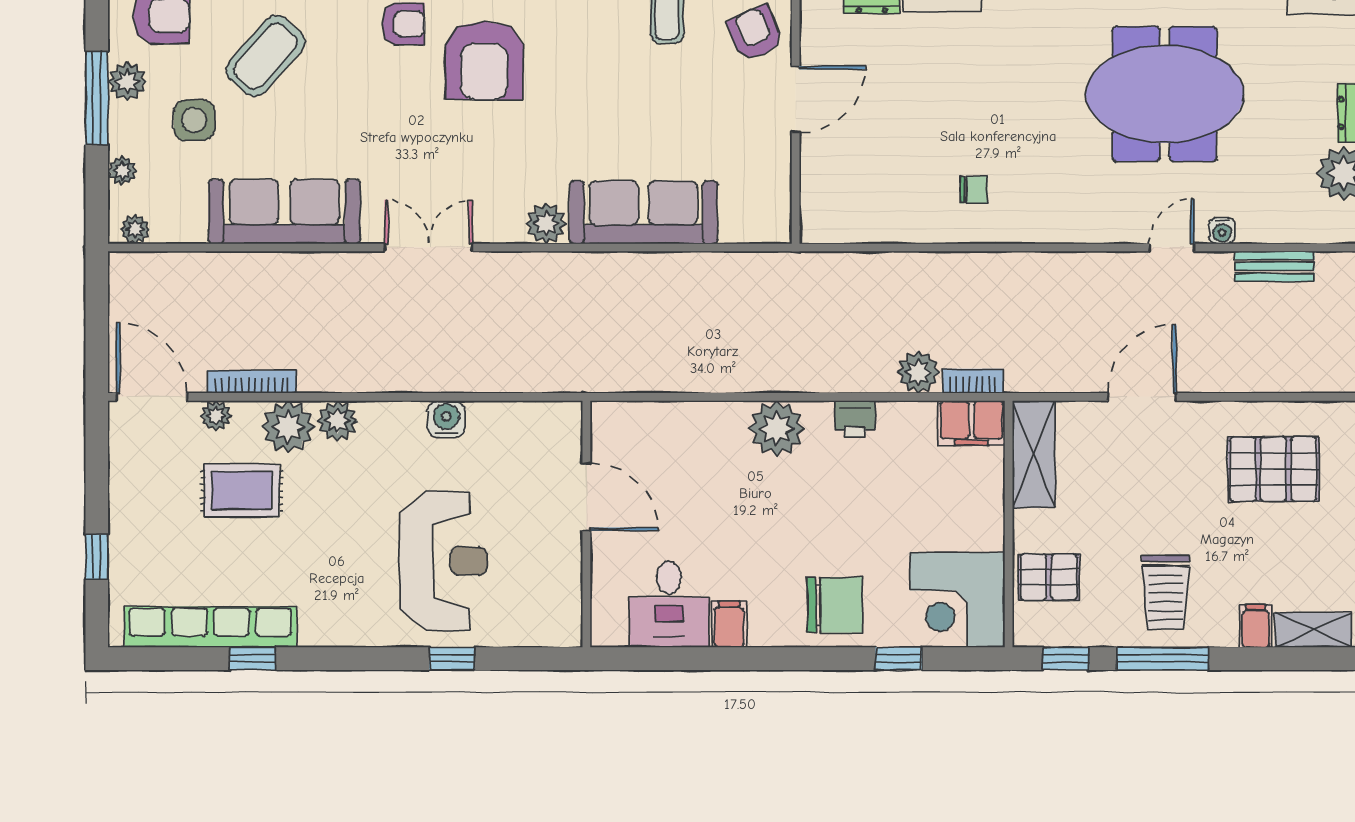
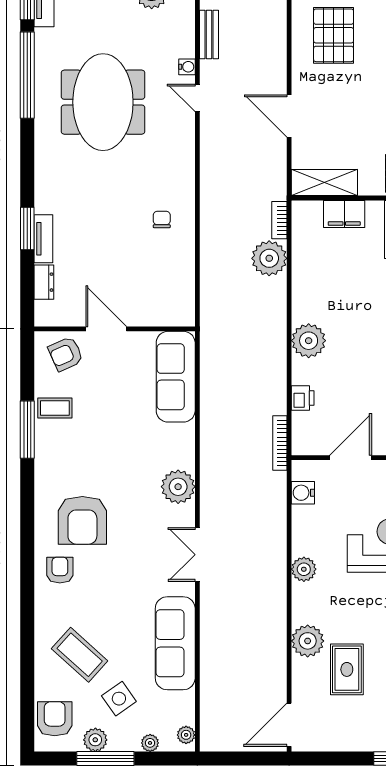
armchair: (484, 61) -> (82, 520), turned 90
side table: (194, 120) -> (119, 699), turned -35
sofa: (643, 212) -> (176, 377), moved
plant: (546, 224) -> (178, 487), width x1.36, depth x1.36
plant: (918, 372) -> (269, 258), width x1.36, depth x1.36
bookcase: (252, 382) -> (280, 443), moved
plant: (216, 416) -> (301, 685), removed
water cooler: (446, 419) -> (303, 493), moved
printer: (855, 419) -> (303, 398), moved
plant: (337, 421) -> (304, 569), moved
filing cabinet: (972, 423) -> (344, 214), moved, turned 90

